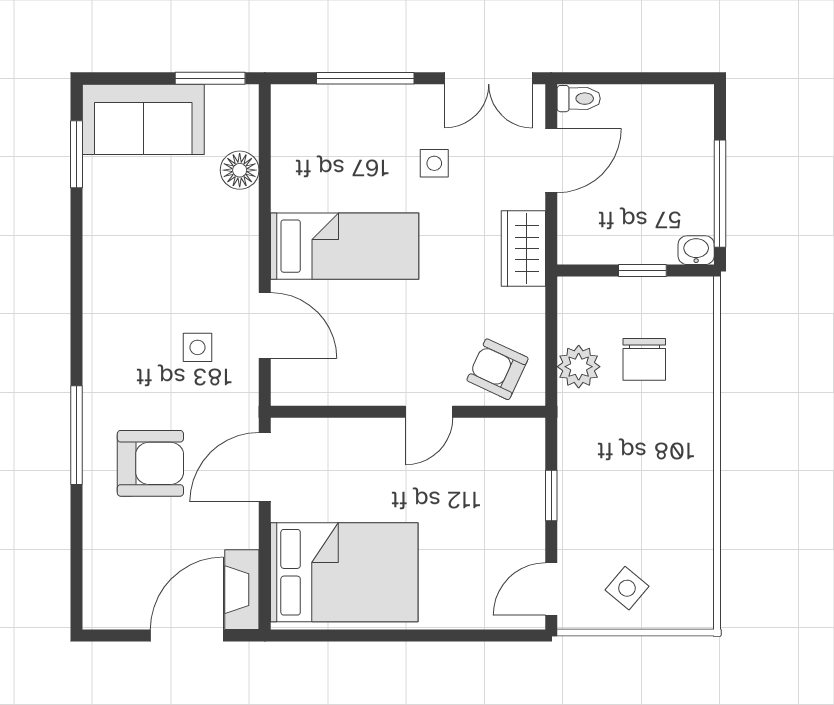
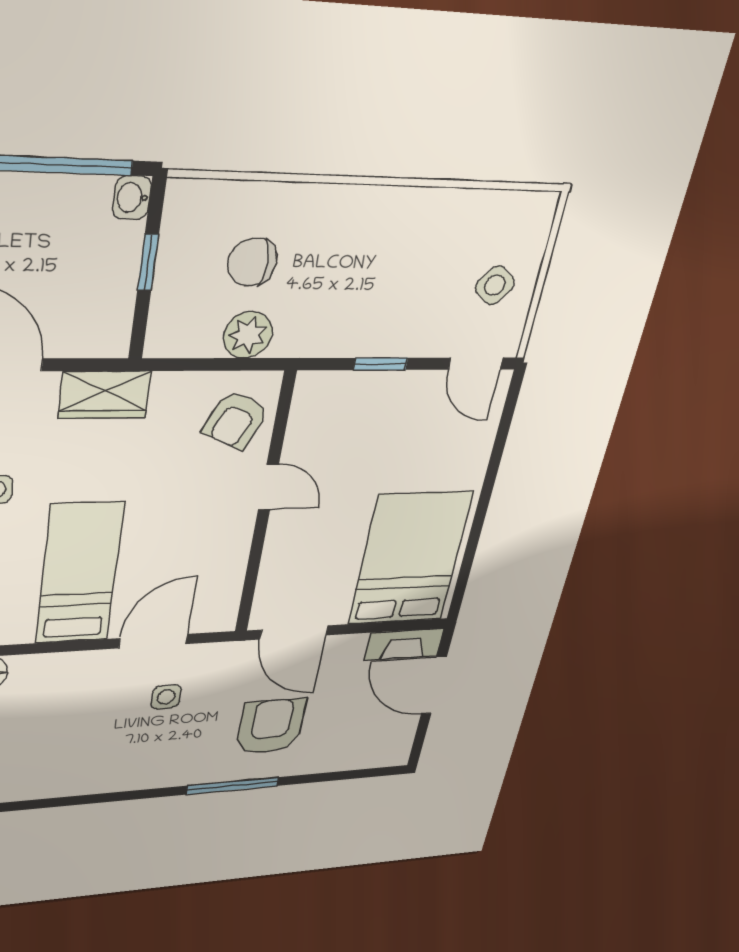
chair: (644, 359) -> (252, 262), turned 180

